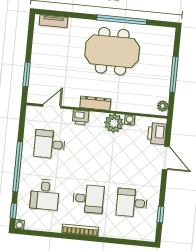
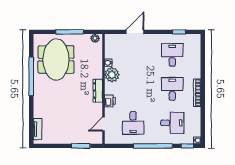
meeting table: (112, 51) -> (56, 60), moved
door: (52, 106) -> (103, 124), hinge flipped
printer: (157, 134) -> (117, 41), removed
desk: (132, 203) -> (172, 55), turned 180

